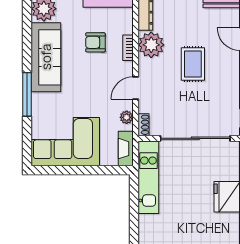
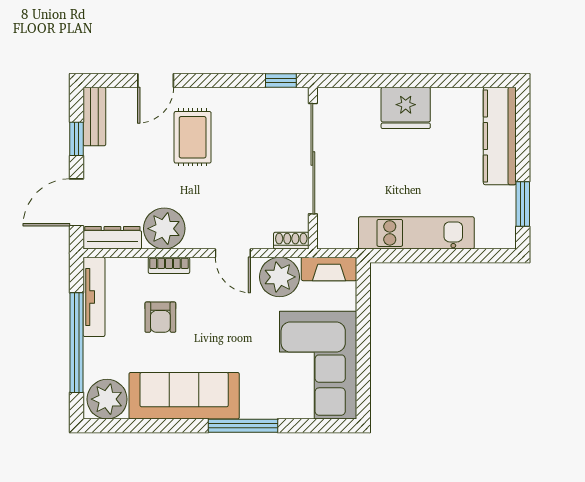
rug: (193, 64) -> (193, 137), moved, turned 90
plant: (127, 117) -> (279, 277), width x1.88, depth x1.88
kitchen unit: (148, 177) -> (416, 233), moved

